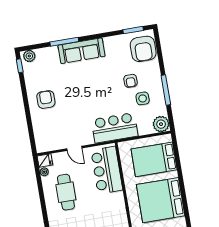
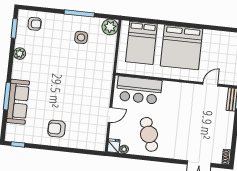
armchair: (143, 49) -> (35, 24), width x0.53, depth x0.53
sofa: (81, 51) -> (18, 102), moved
plant: (29, 56) -> (20, 54), moved
armchair: (131, 81) -> (61, 44), removed
bar counter: (115, 128) -> (101, 72), removed
cafe table: (66, 192) -> (149, 134), turned 71

